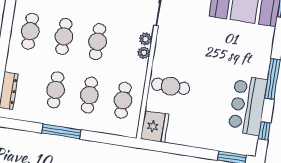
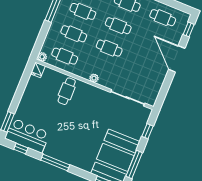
plant: (146, 39) -> (42, 57), moved
bar counter: (248, 105) -> (27, 136), moved
fridge: (155, 127) -> (38, 70), width x0.53, depth x0.75

